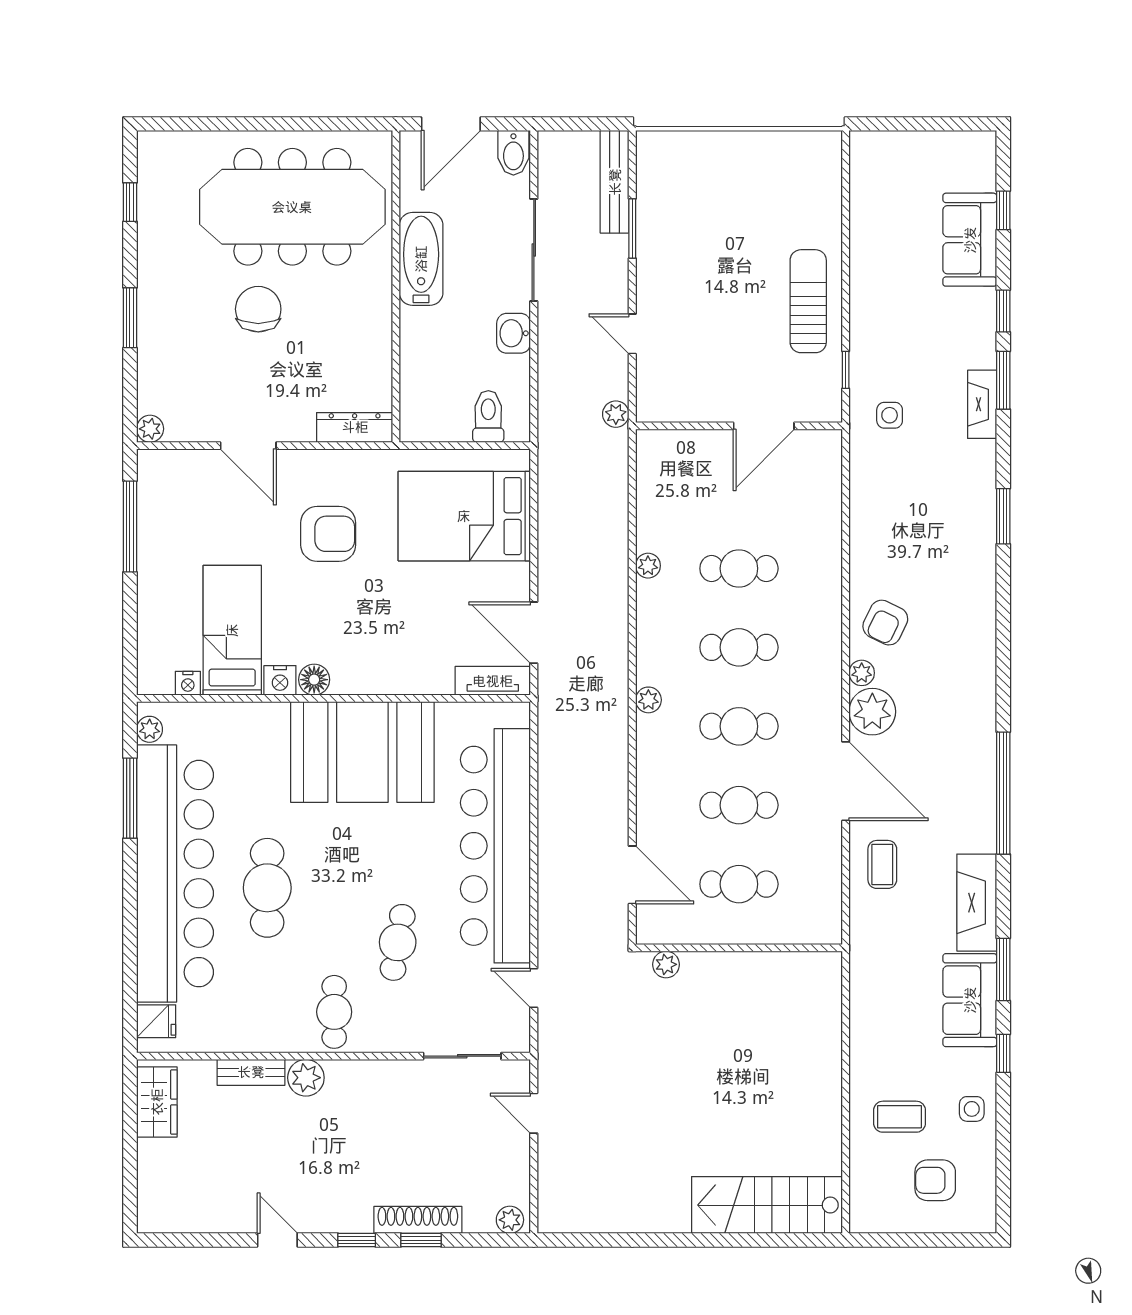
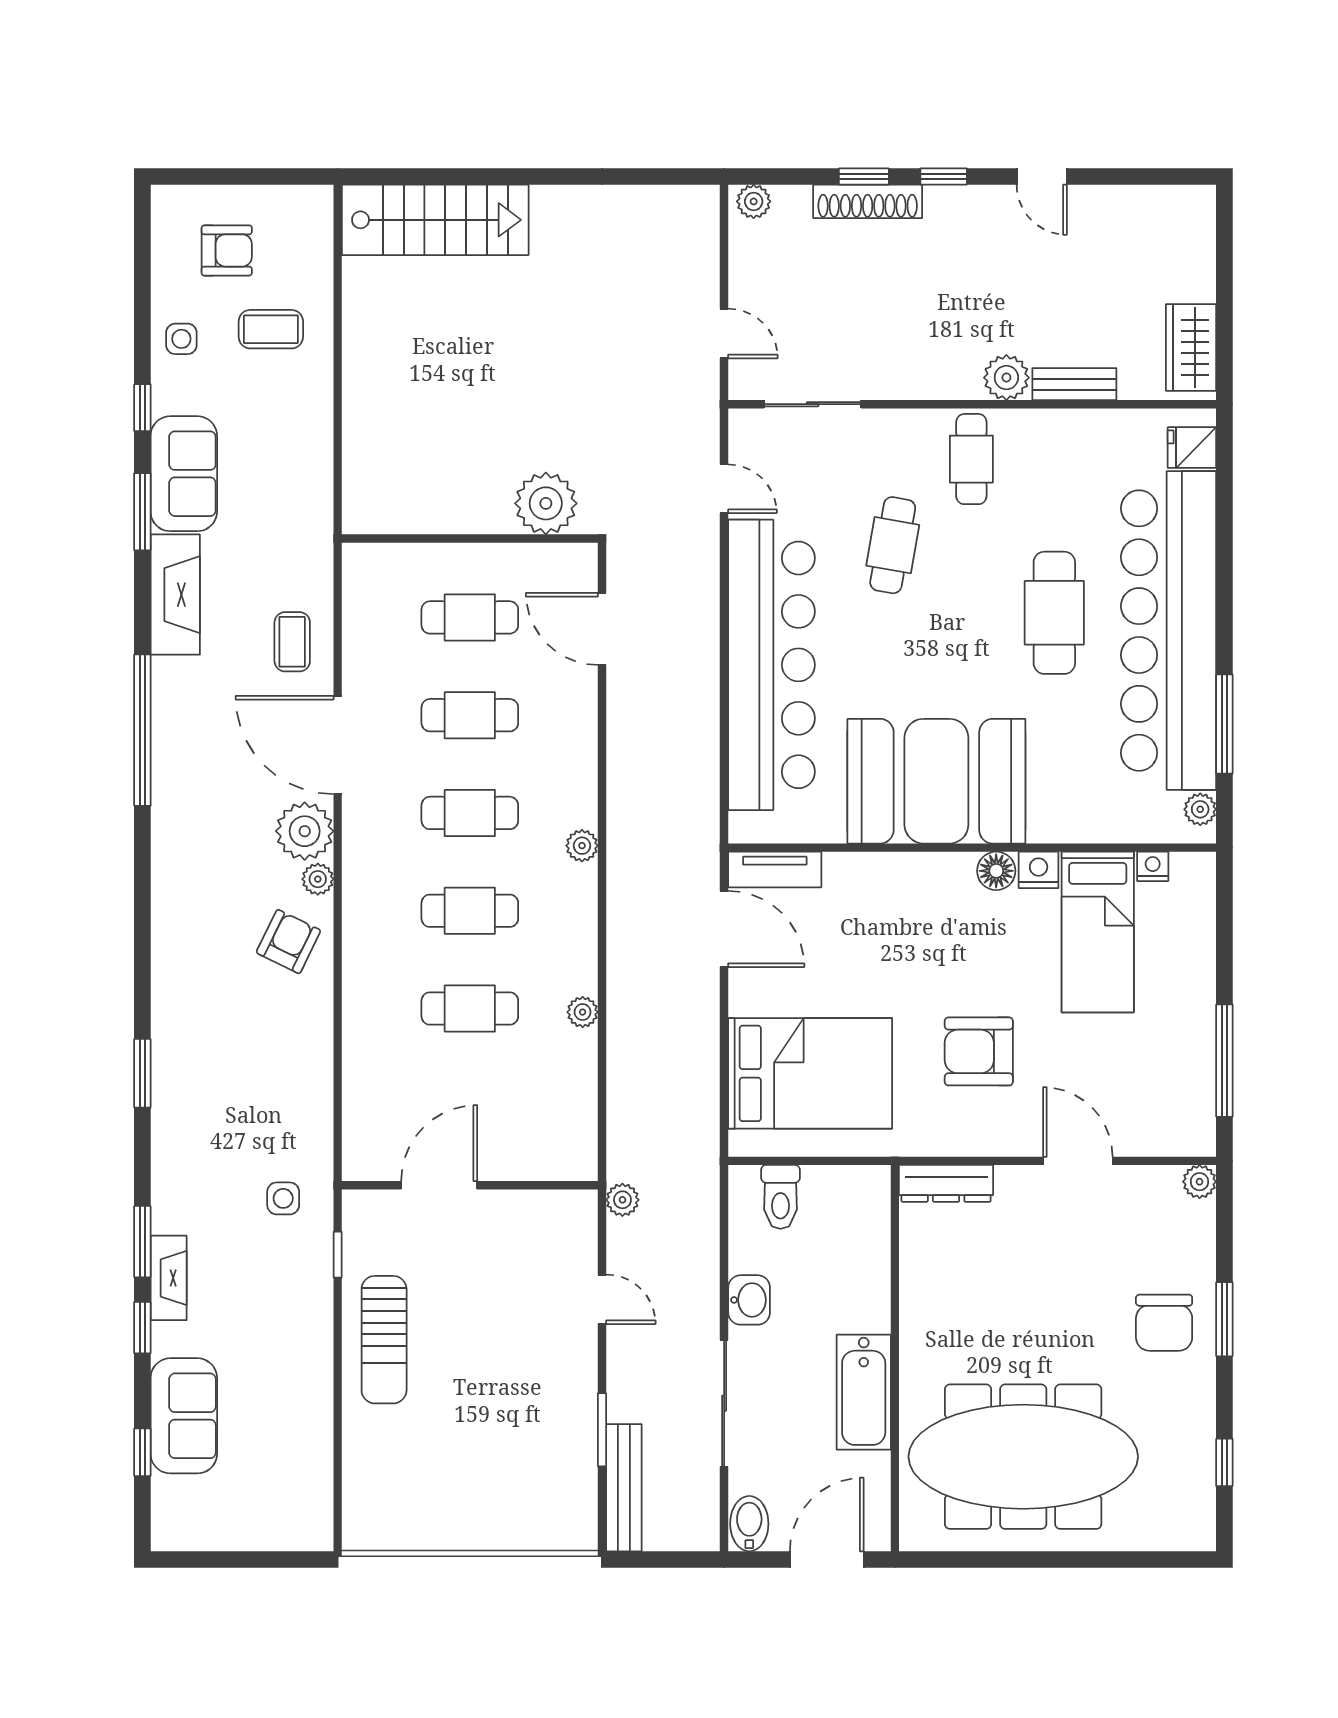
chair: (258, 309) -> (1164, 1323), moved
fireplace: (982, 404) -> (169, 1278), moved
plant: (666, 964) -> (546, 503), width x1.87, depth x1.87

